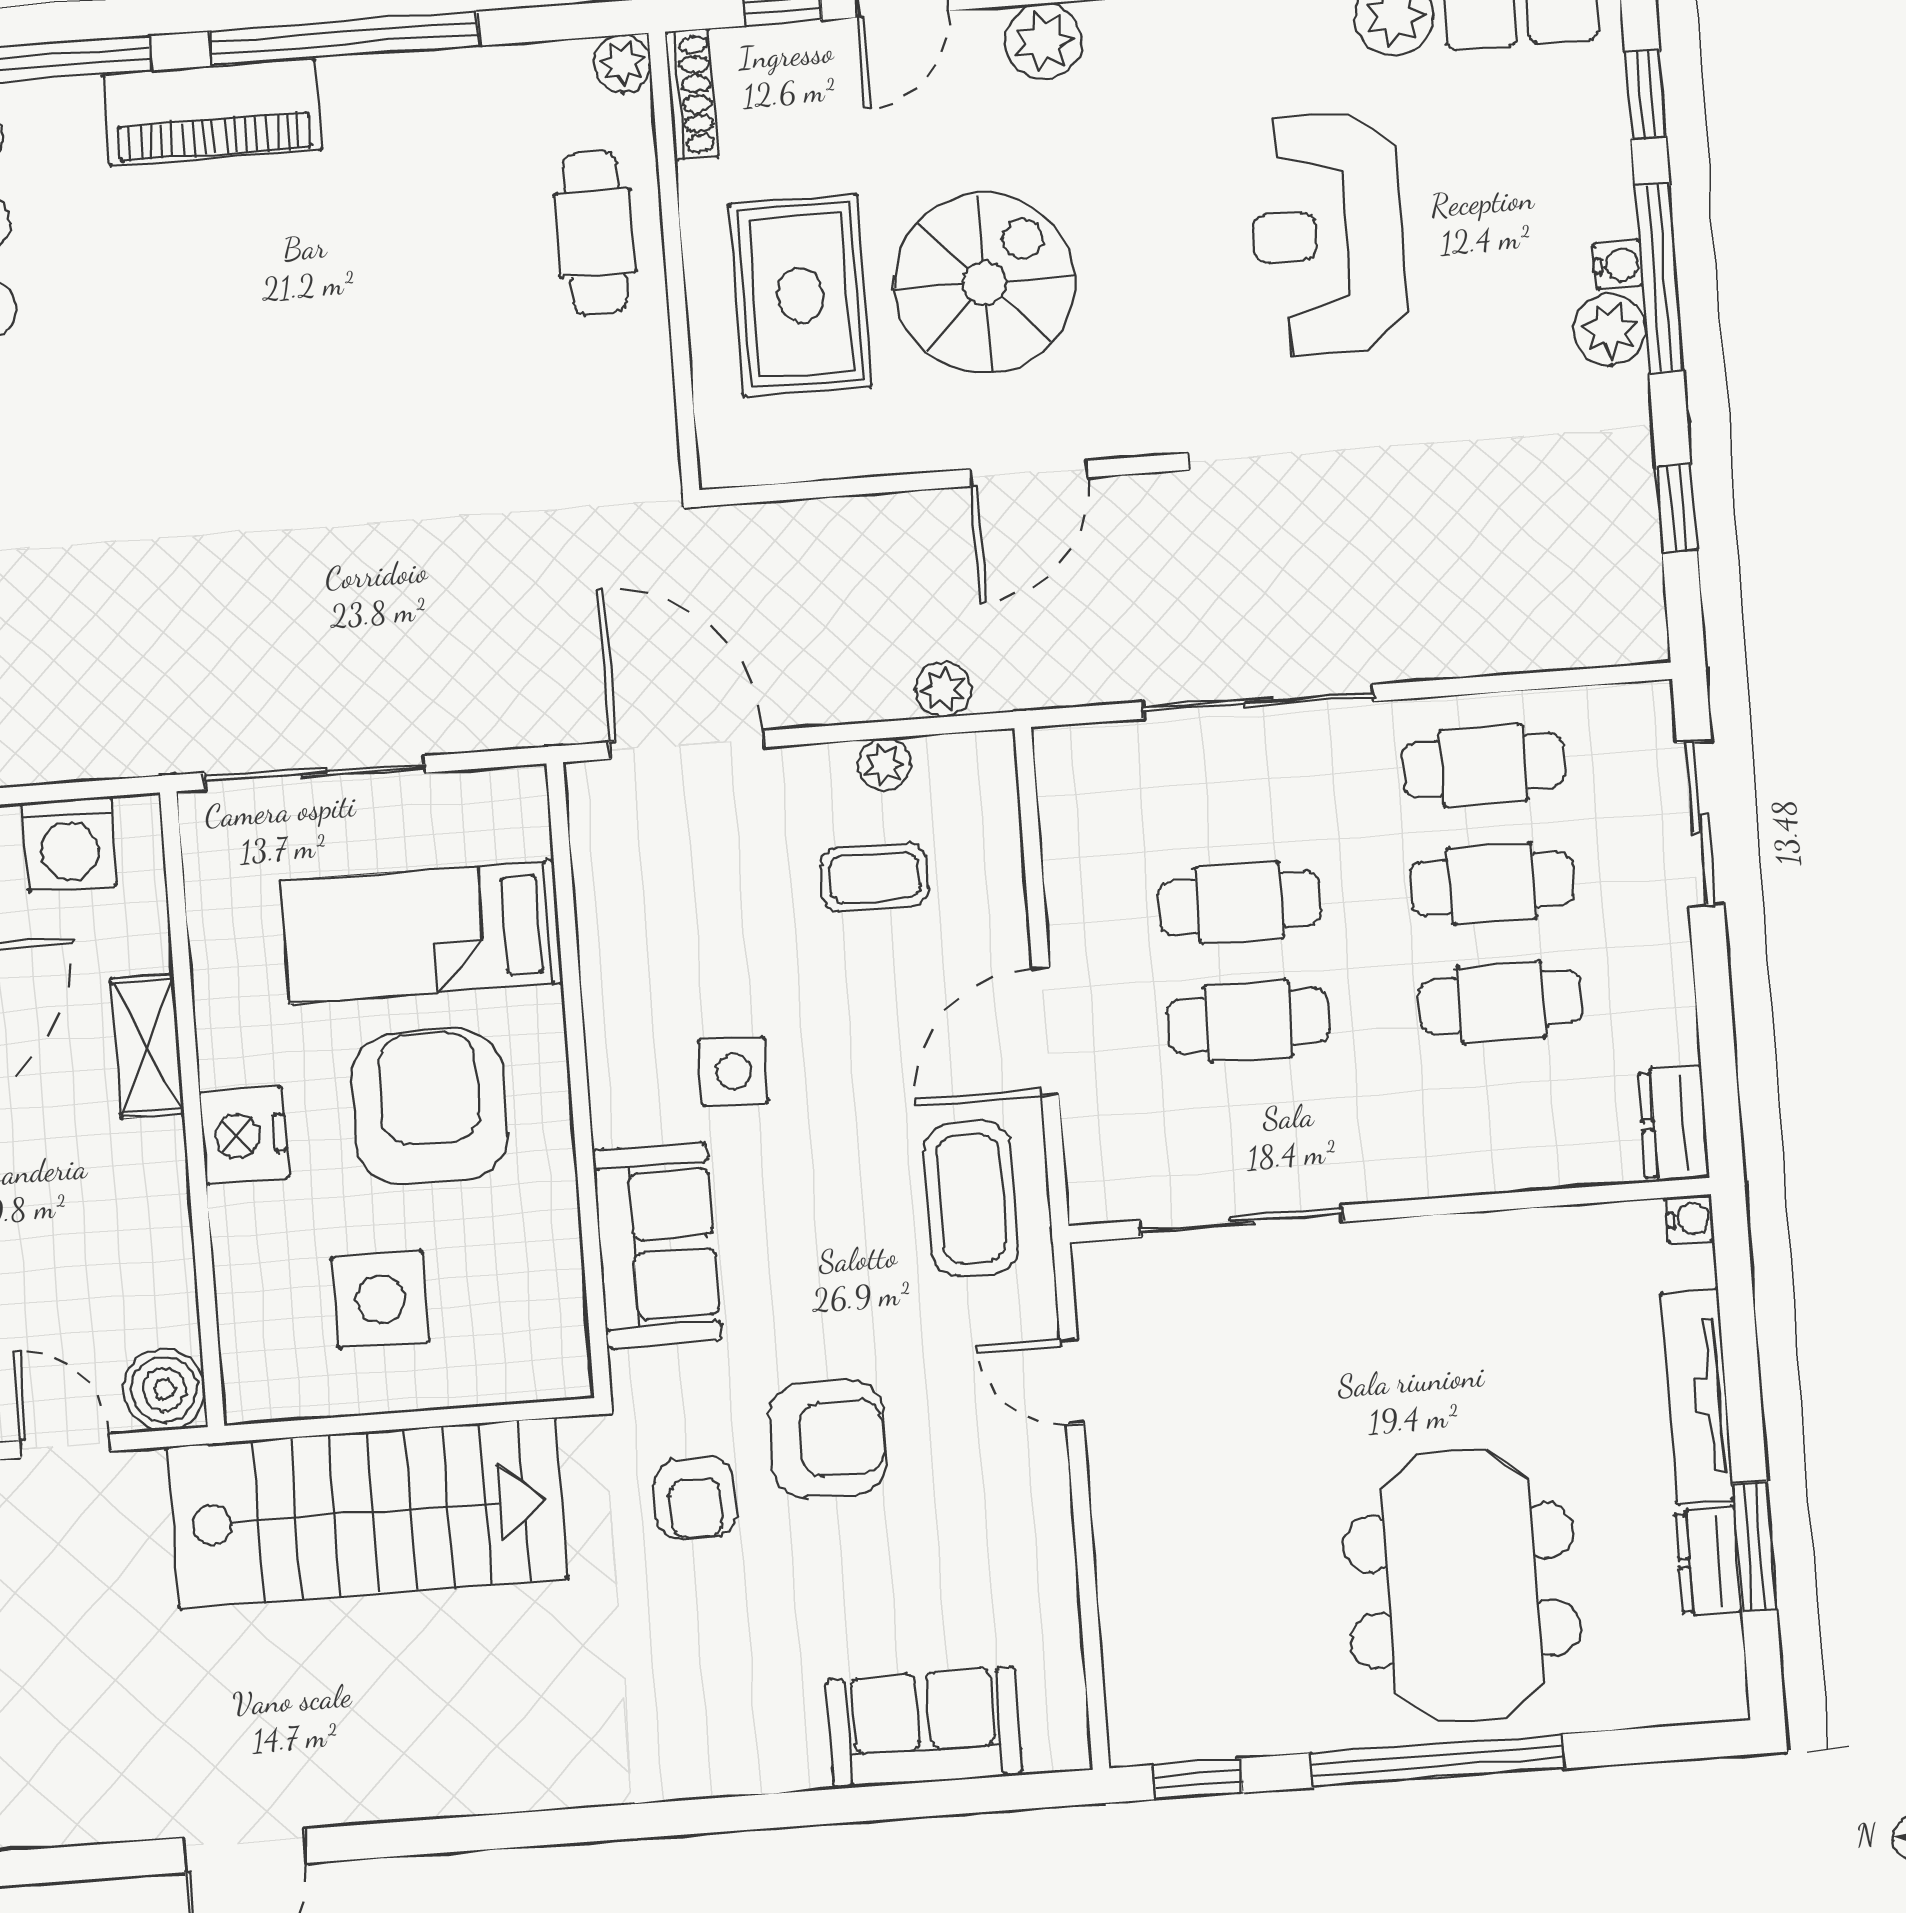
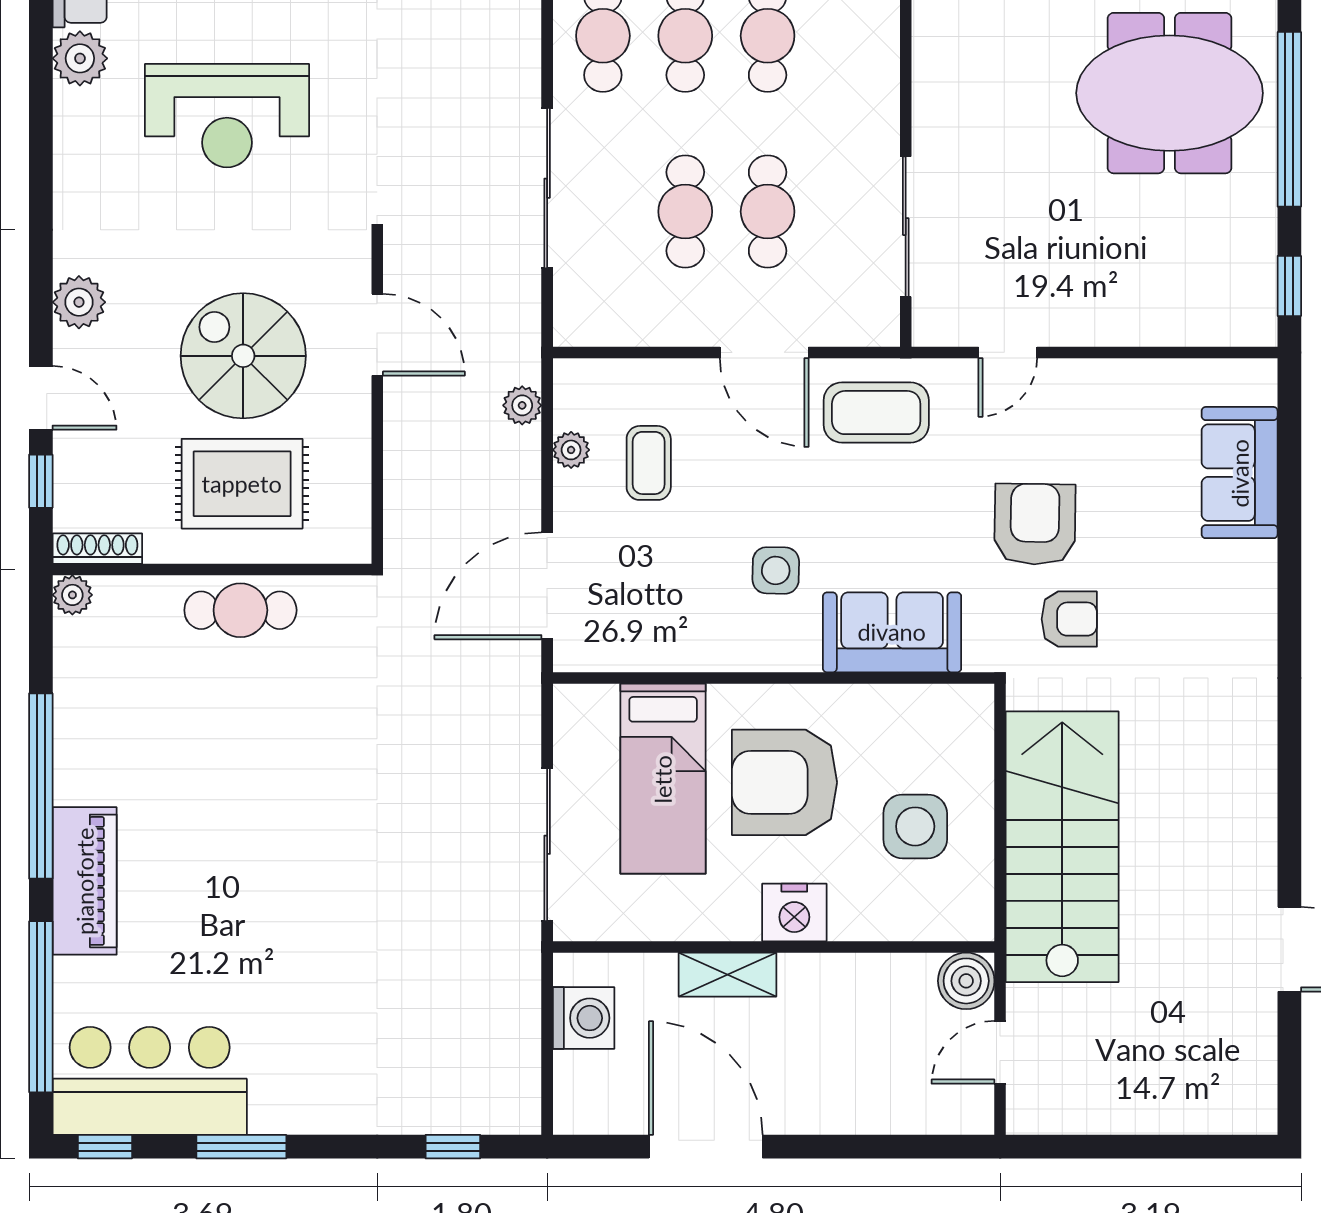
cafe table: (595, 233) -> (240, 610), moved

